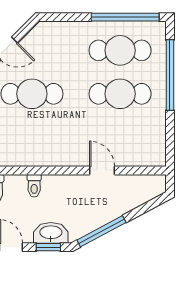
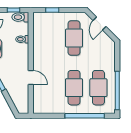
door: (102, 170) -> (31, 77), hinge flipped

